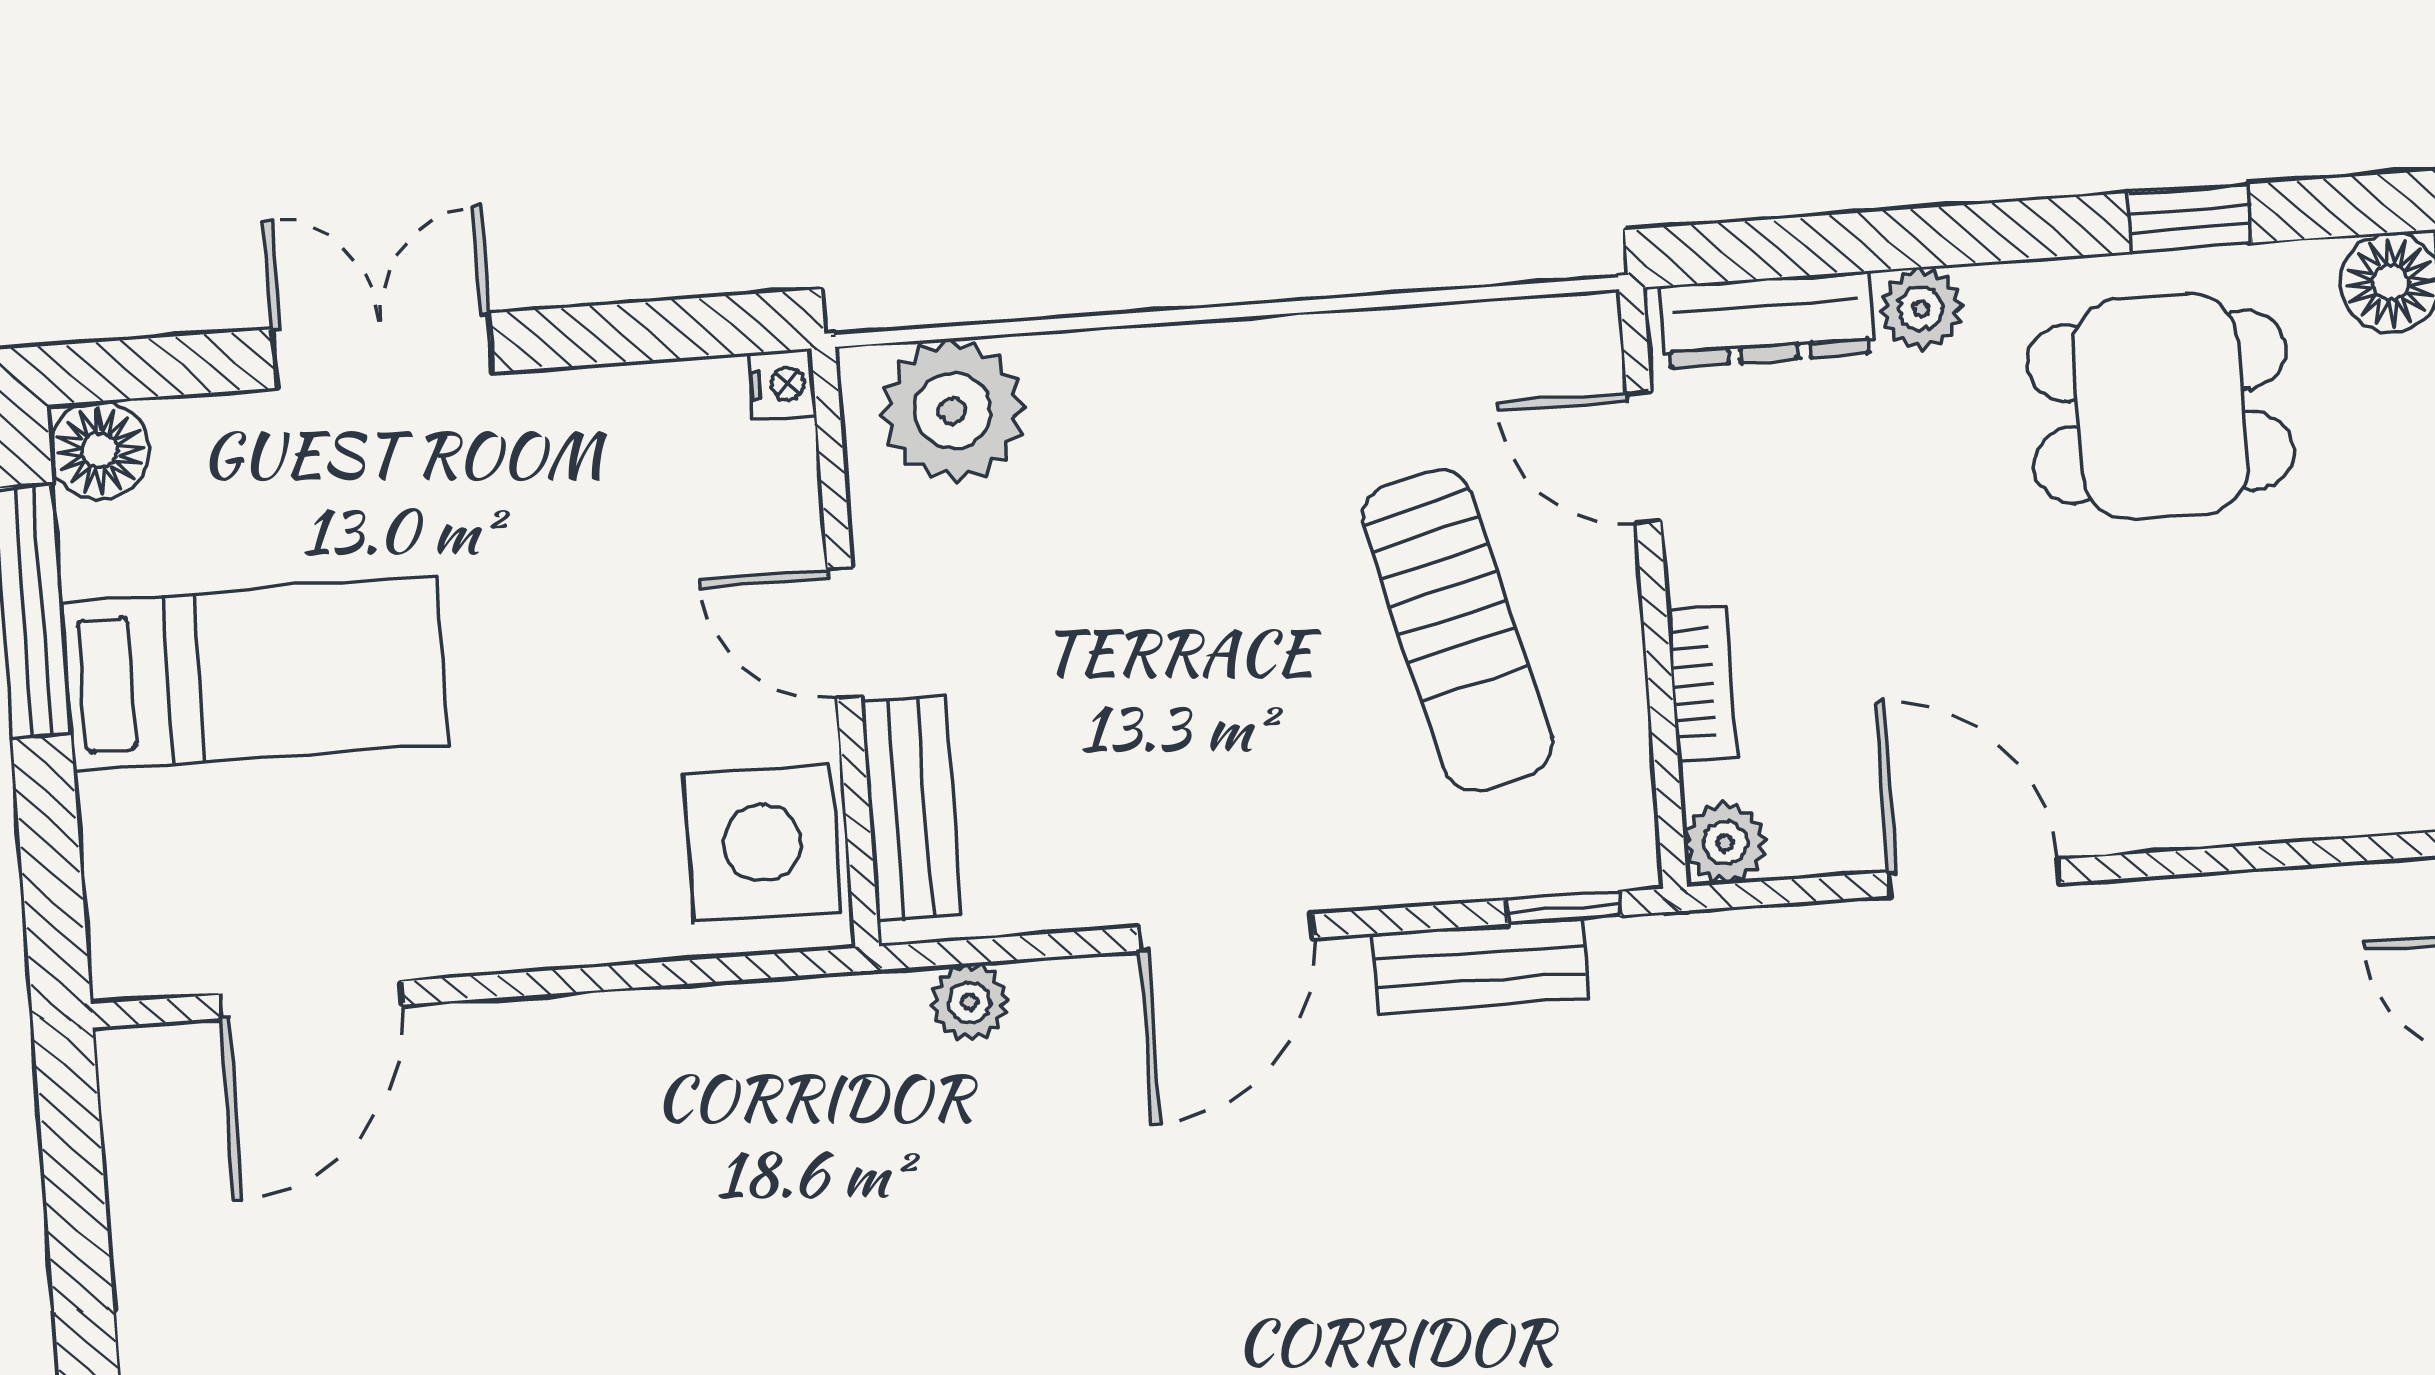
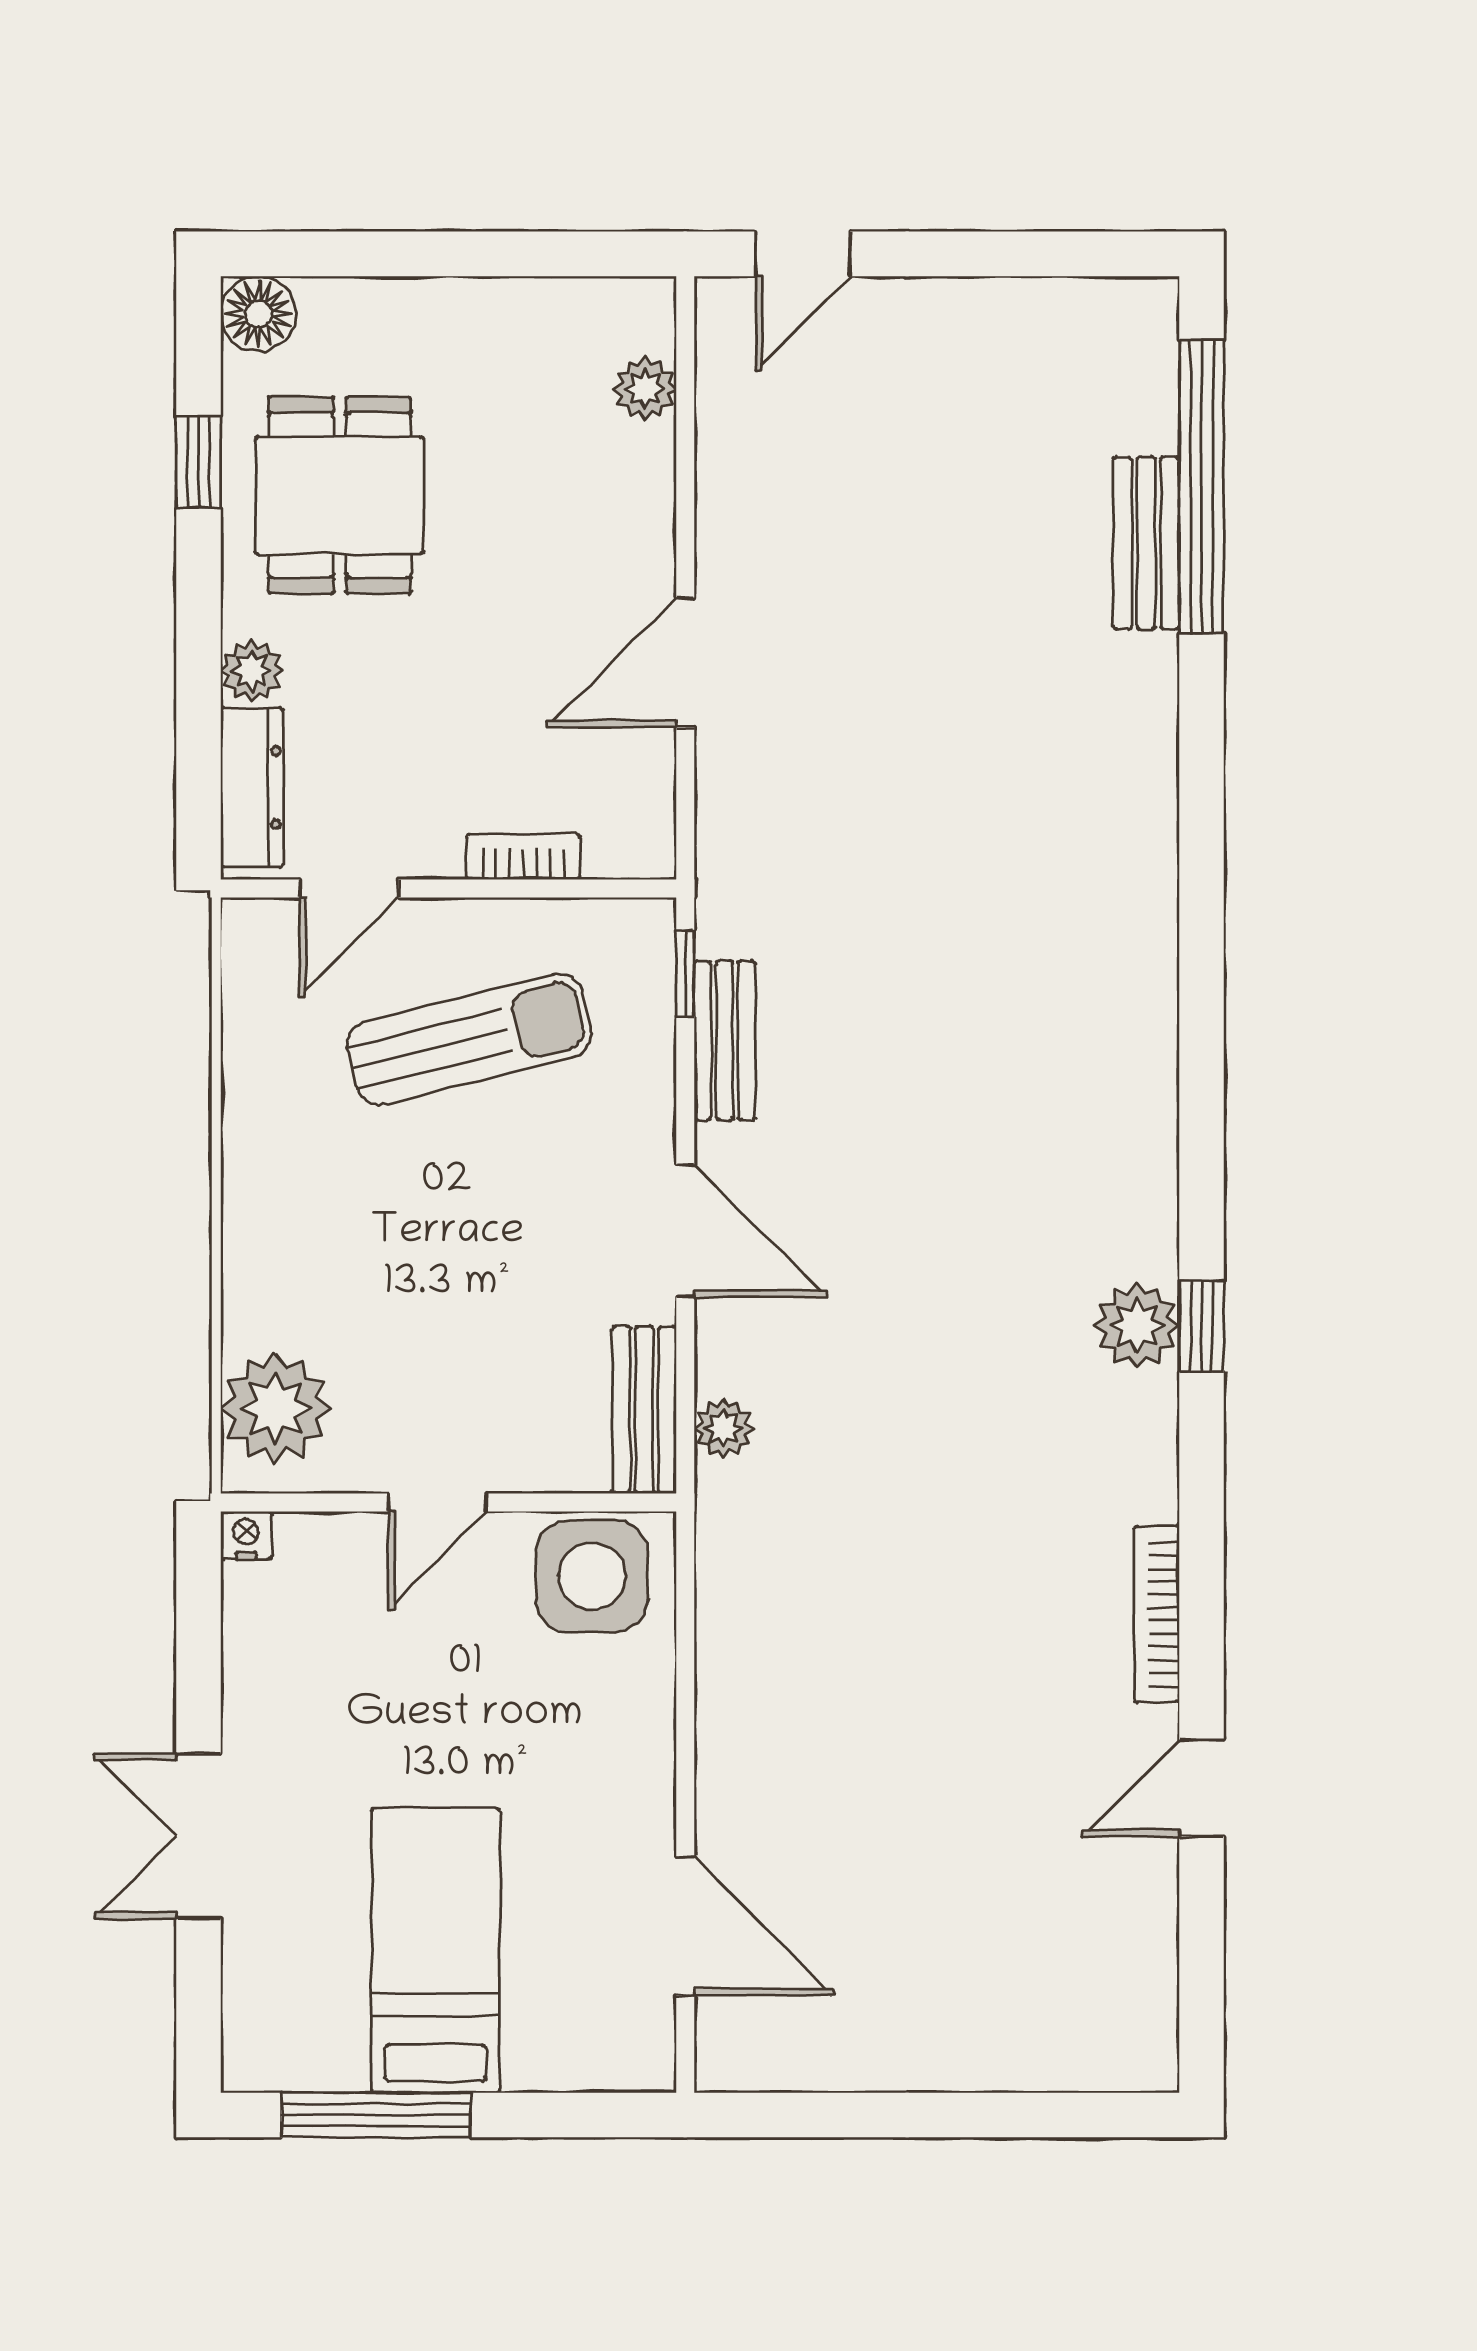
floor lamp: (100, 450) -> (258, 2055), removed
bench: (911, 808) -> (644, 1410), moved, turned 90
plant: (1725, 843) -> (645, 389), moved

